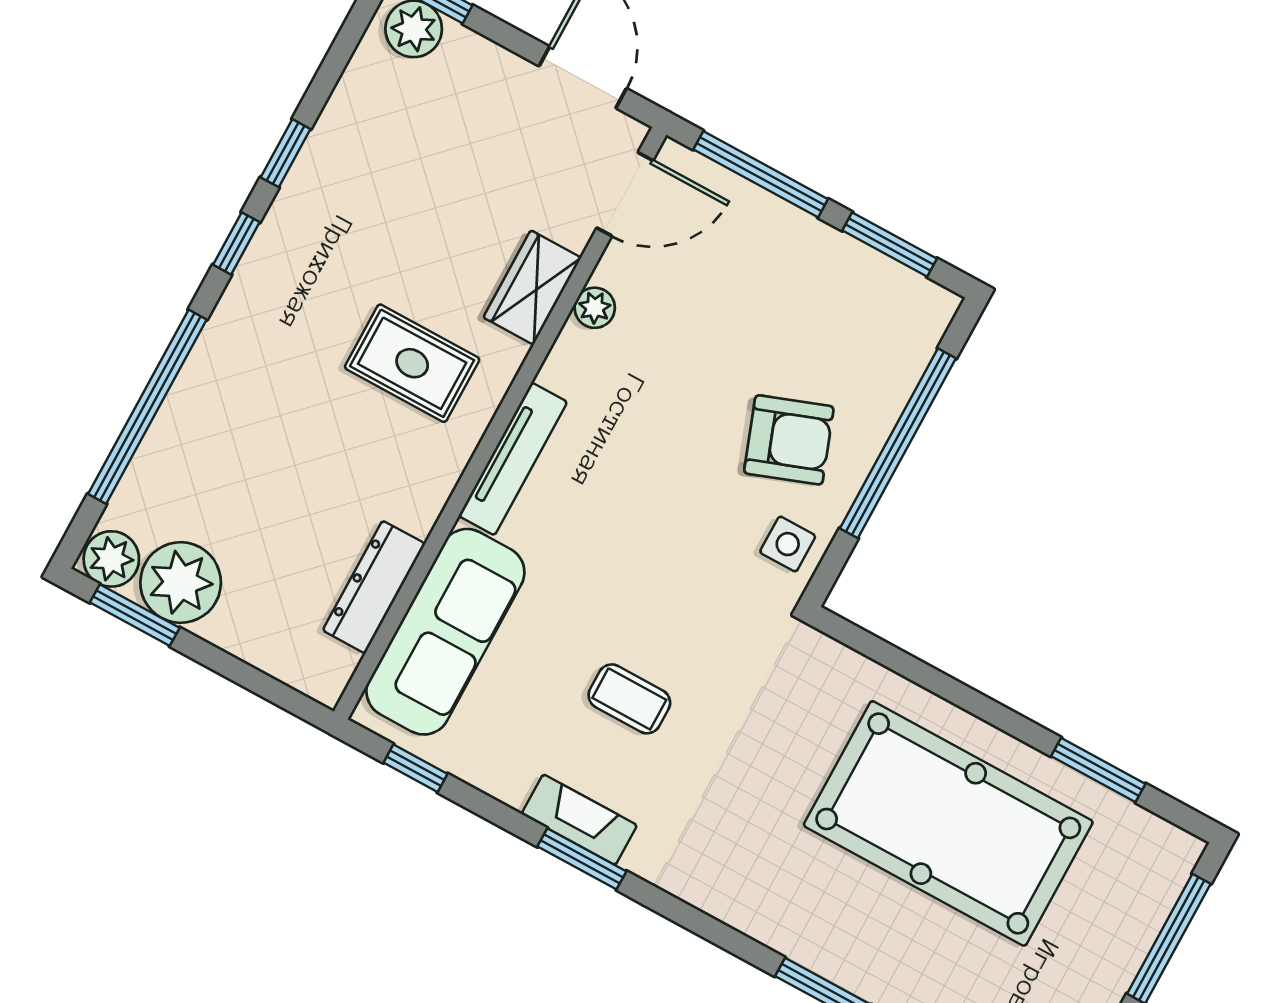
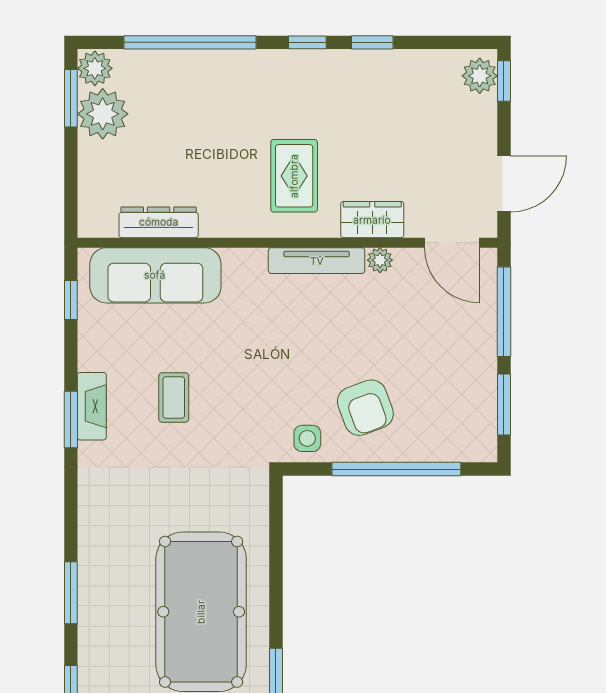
tv unit: (513, 459) -> (317, 261), moved

